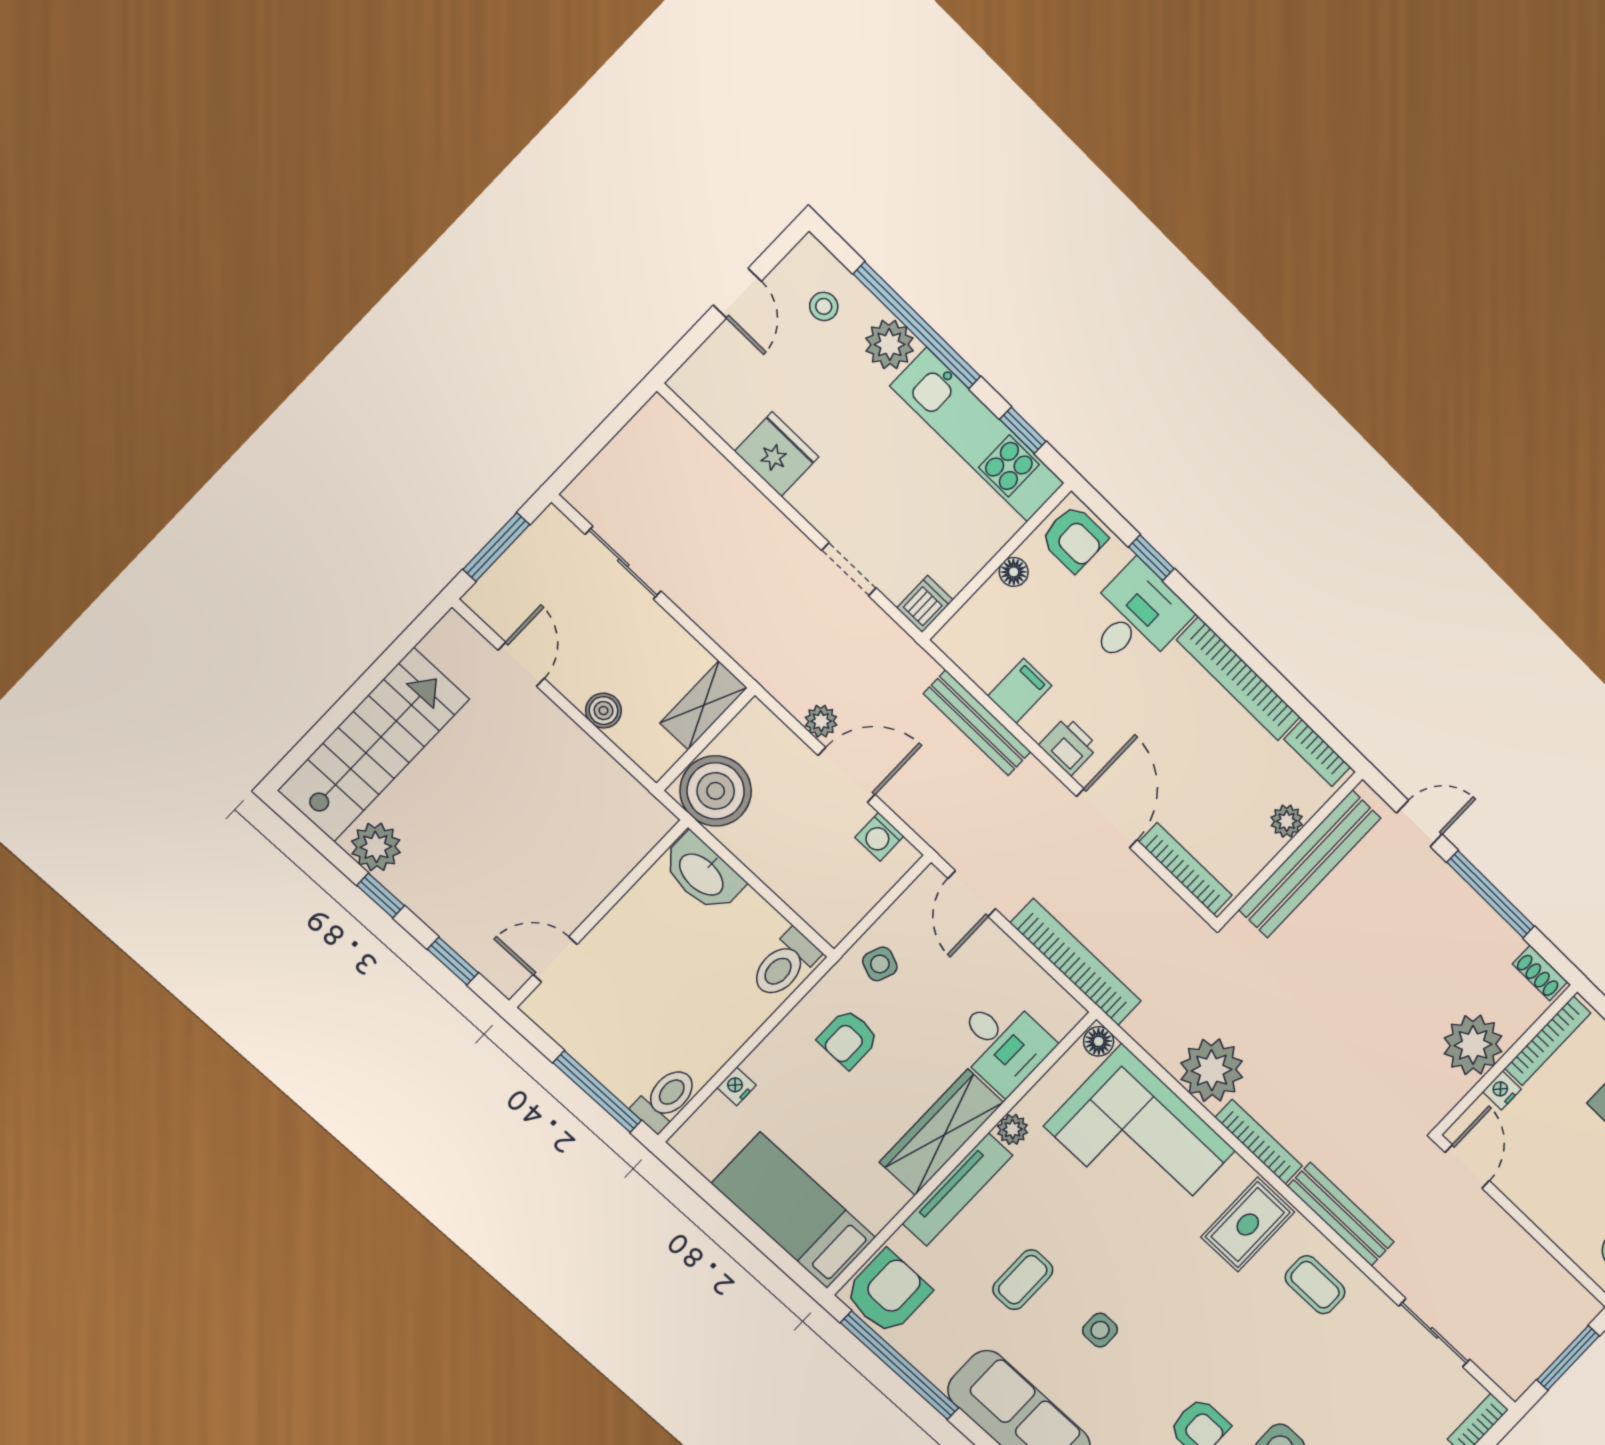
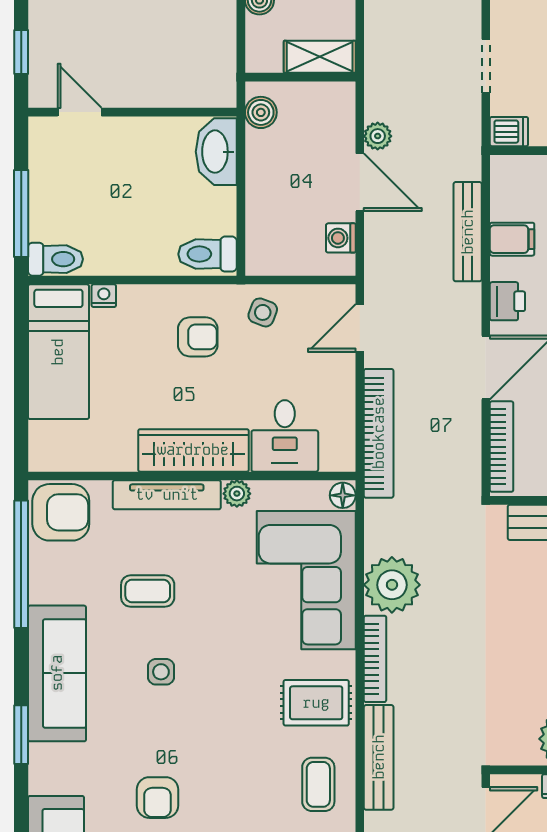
boiler: (716, 791) -> (261, 112), width x0.54, depth x0.54
armchair: (848, 1039) -> (198, 337), turned 180
bed: (794, 1210) -> (58, 352), moved, turned 180

